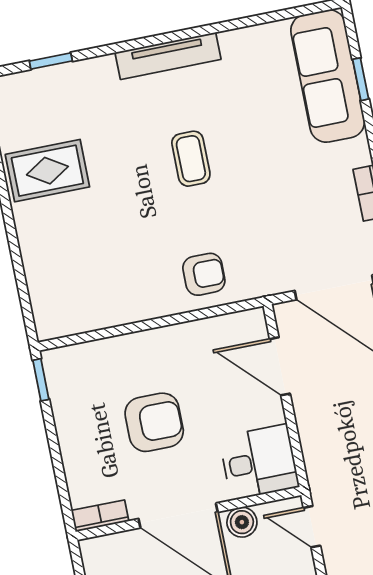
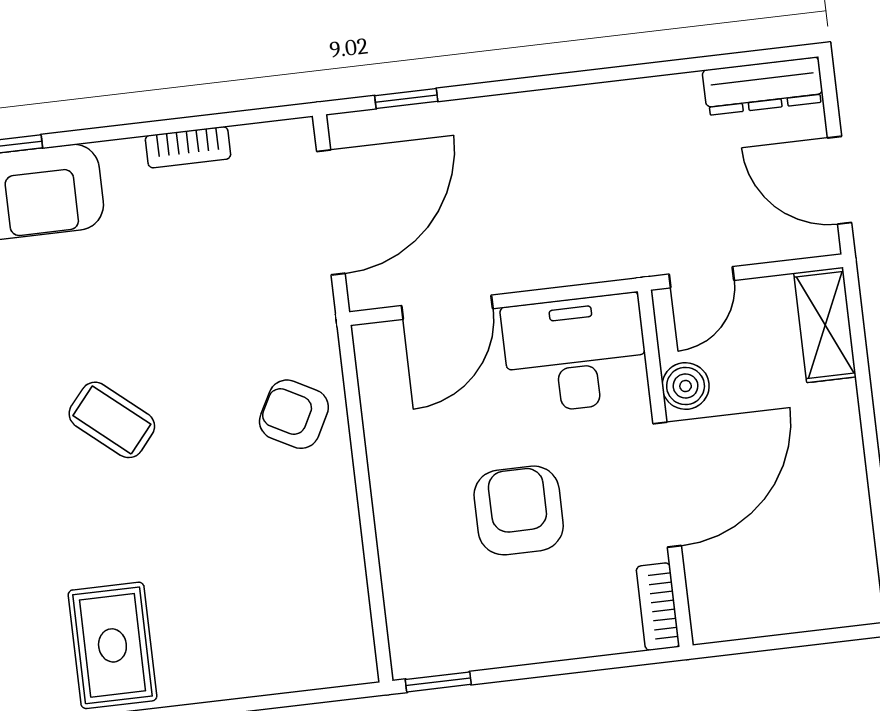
coffee table: (191, 159) -> (112, 420), turned 40
armchair: (204, 274) -> (294, 414), turned -62
desk: (259, 462) -> (575, 354), width x1.37

